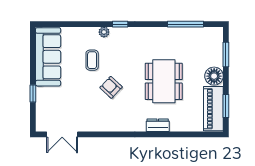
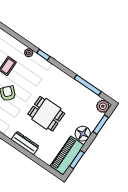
plant: (215, 35) -> (103, 106), added
dining table: (164, 81) -> (46, 114), width x0.73
dresser: (158, 125) -> (25, 143), width x1.44

